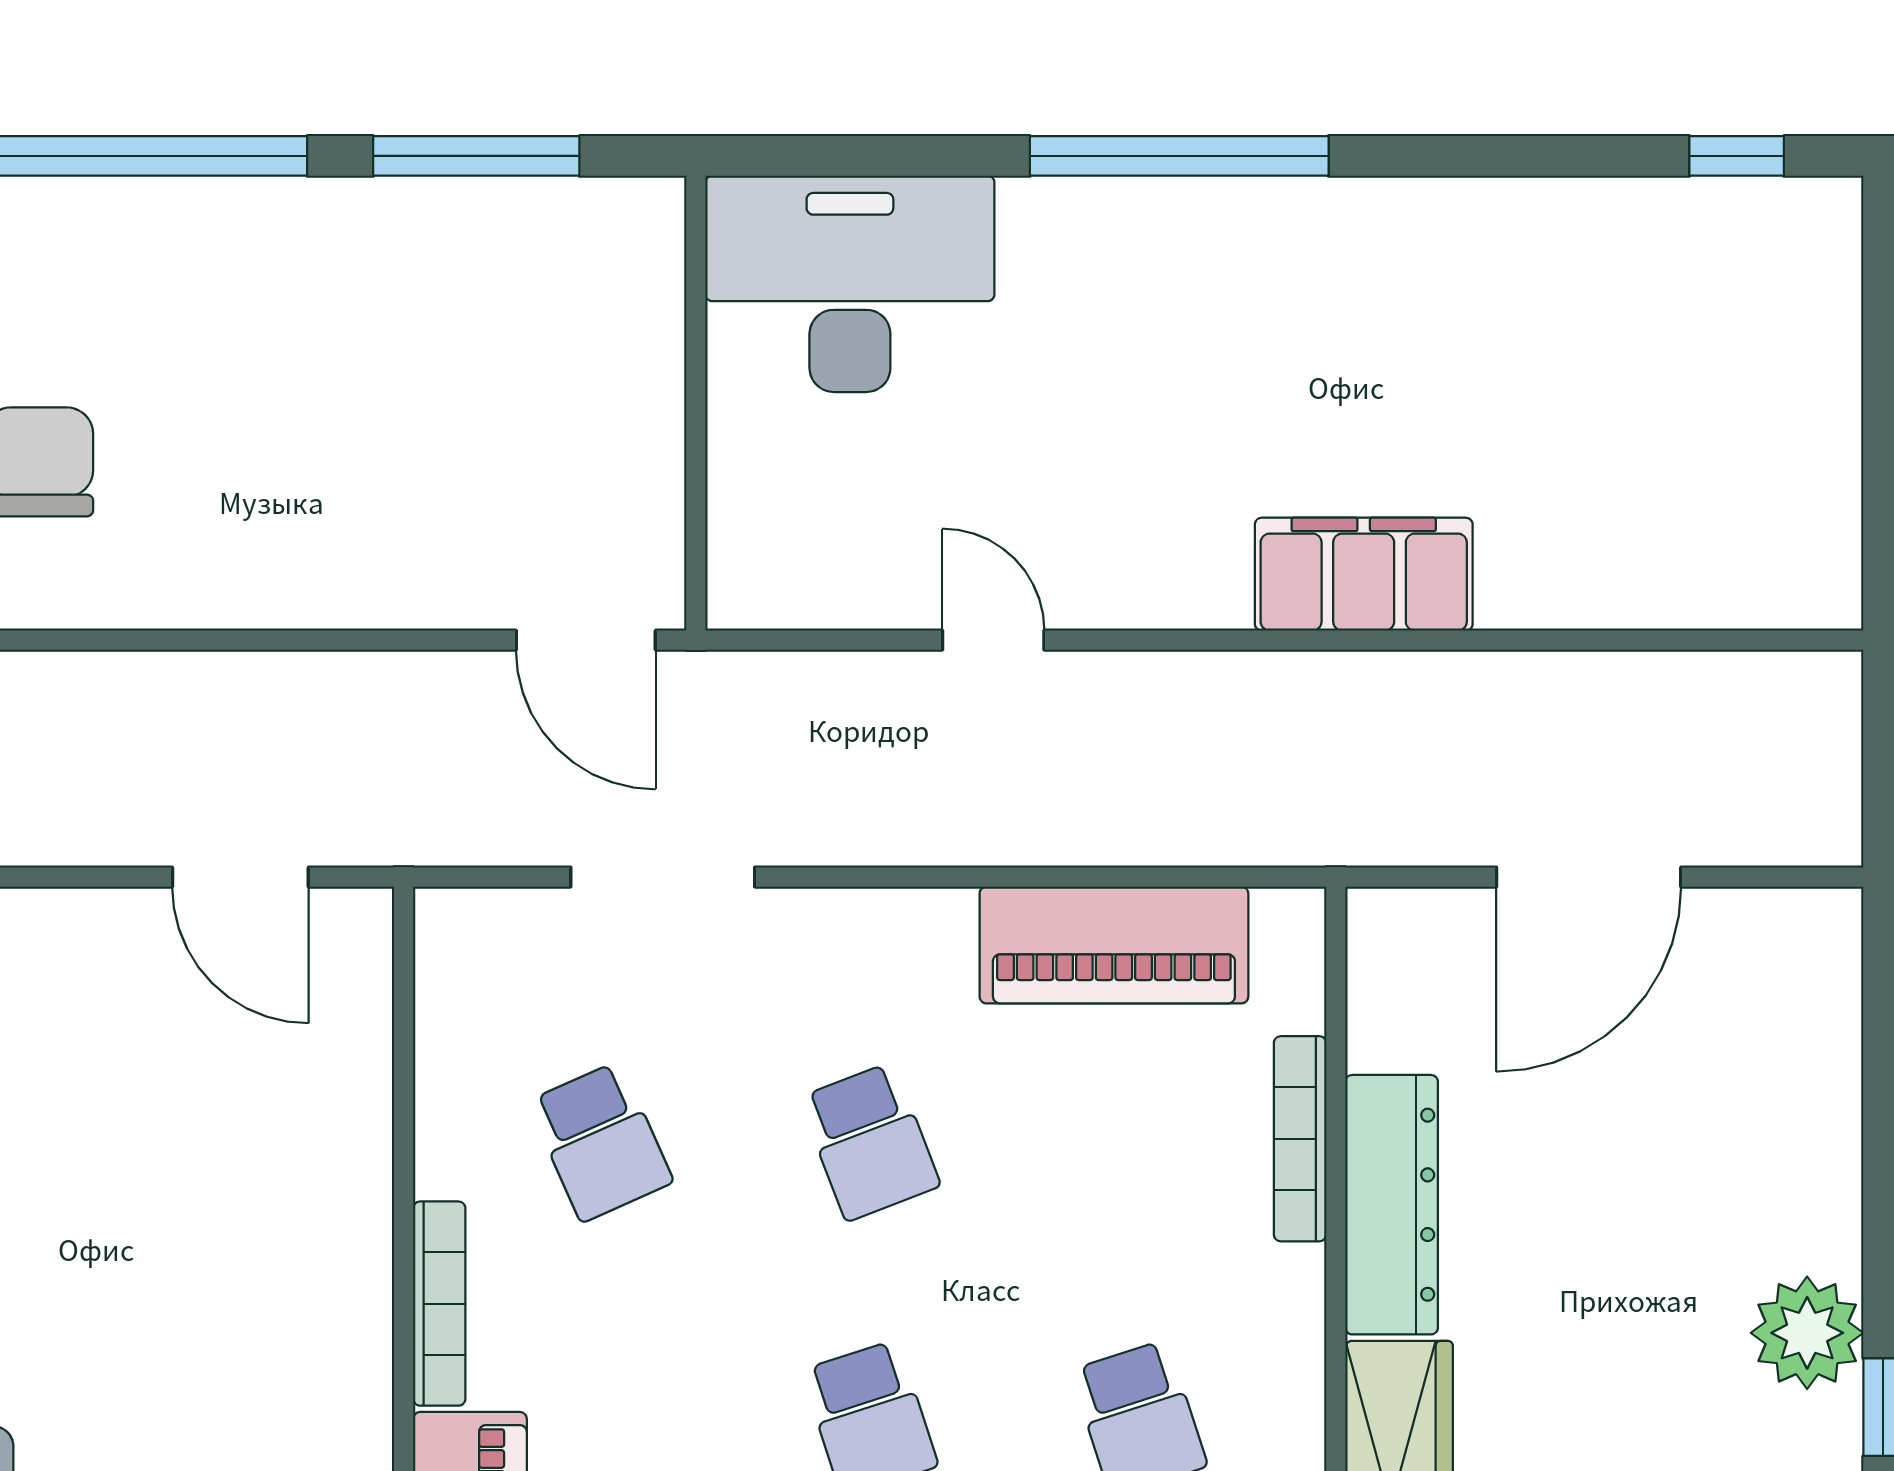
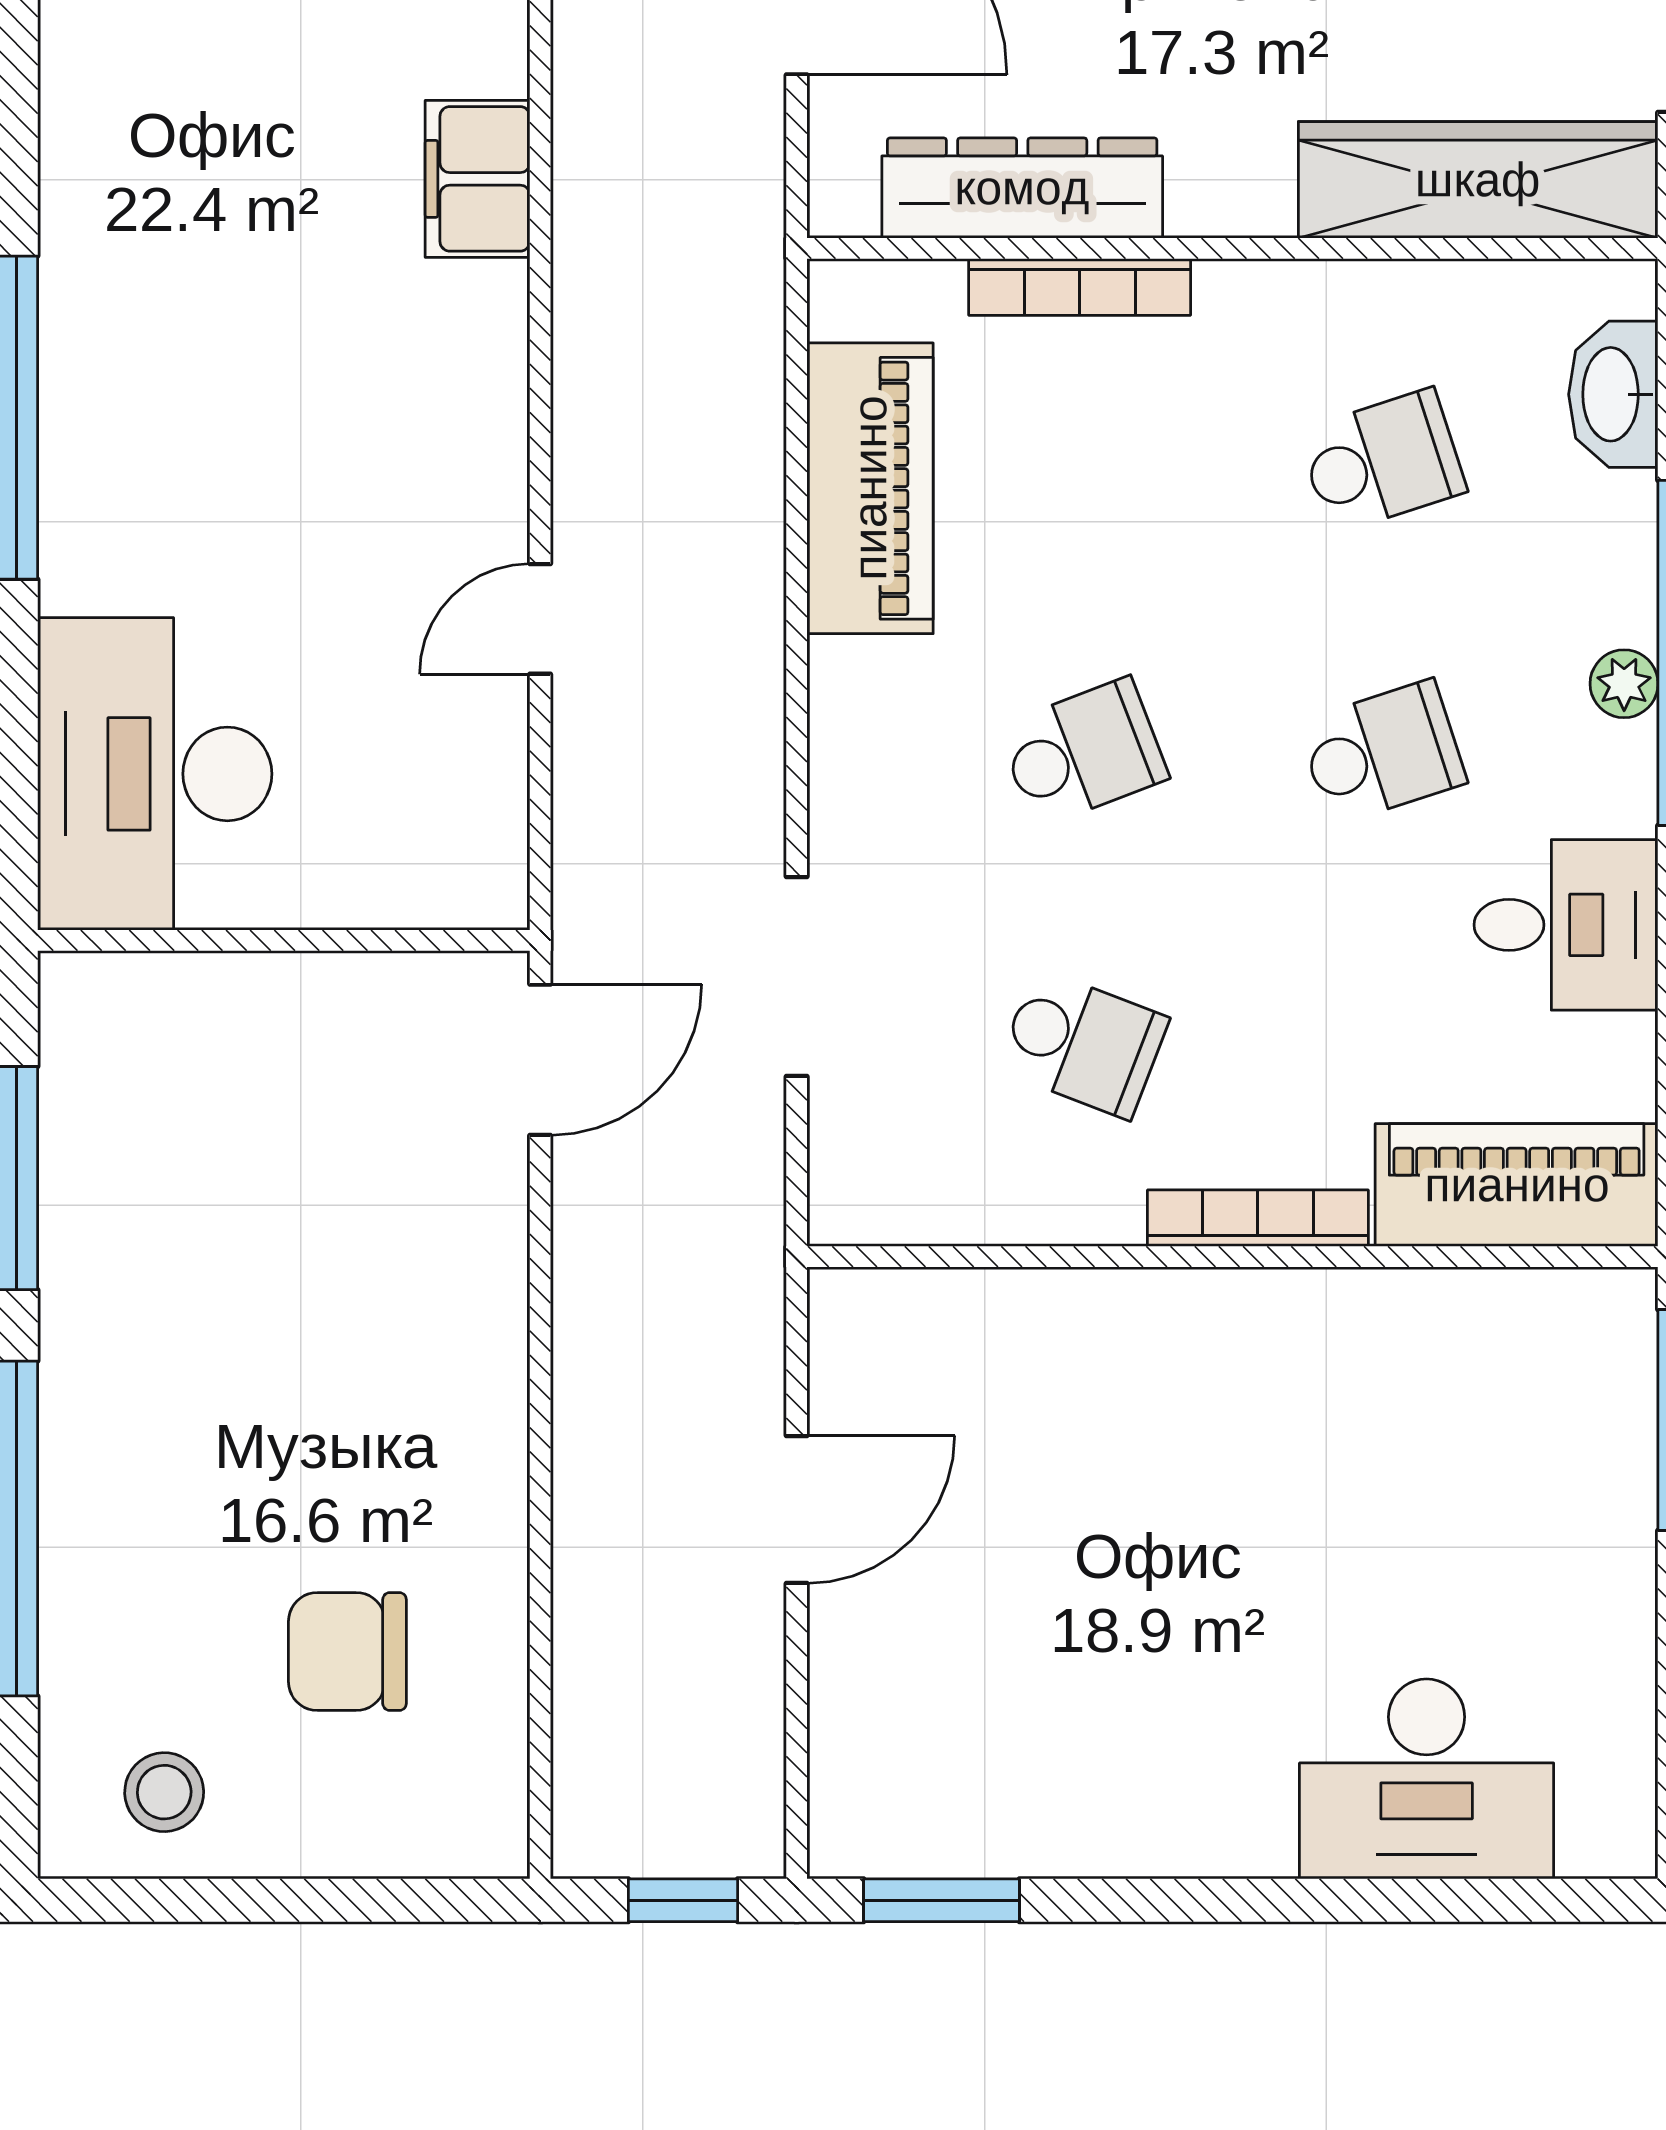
filing cabinet: (1364, 574) -> (478, 179), width x0.67, depth x0.86
door: (240, 877) -> (797, 1509), moved
school desk: (601, 1142) -> (1083, 1044), turned 45
dresser: (1392, 1205) -> (1022, 188), moved

